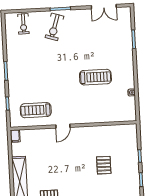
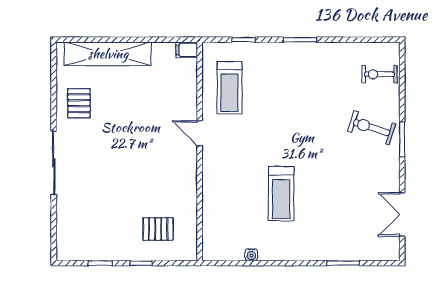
treadmill: (36, 110) -> (229, 88), turned 180
pallet: (104, 165) -> (158, 229), moved

